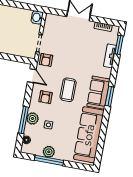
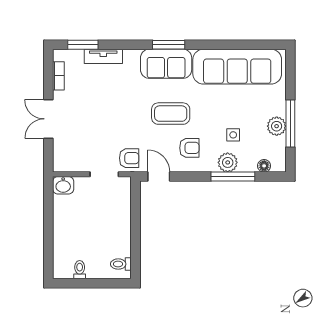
door: (32, 76) -> (159, 177), hinge flipped

